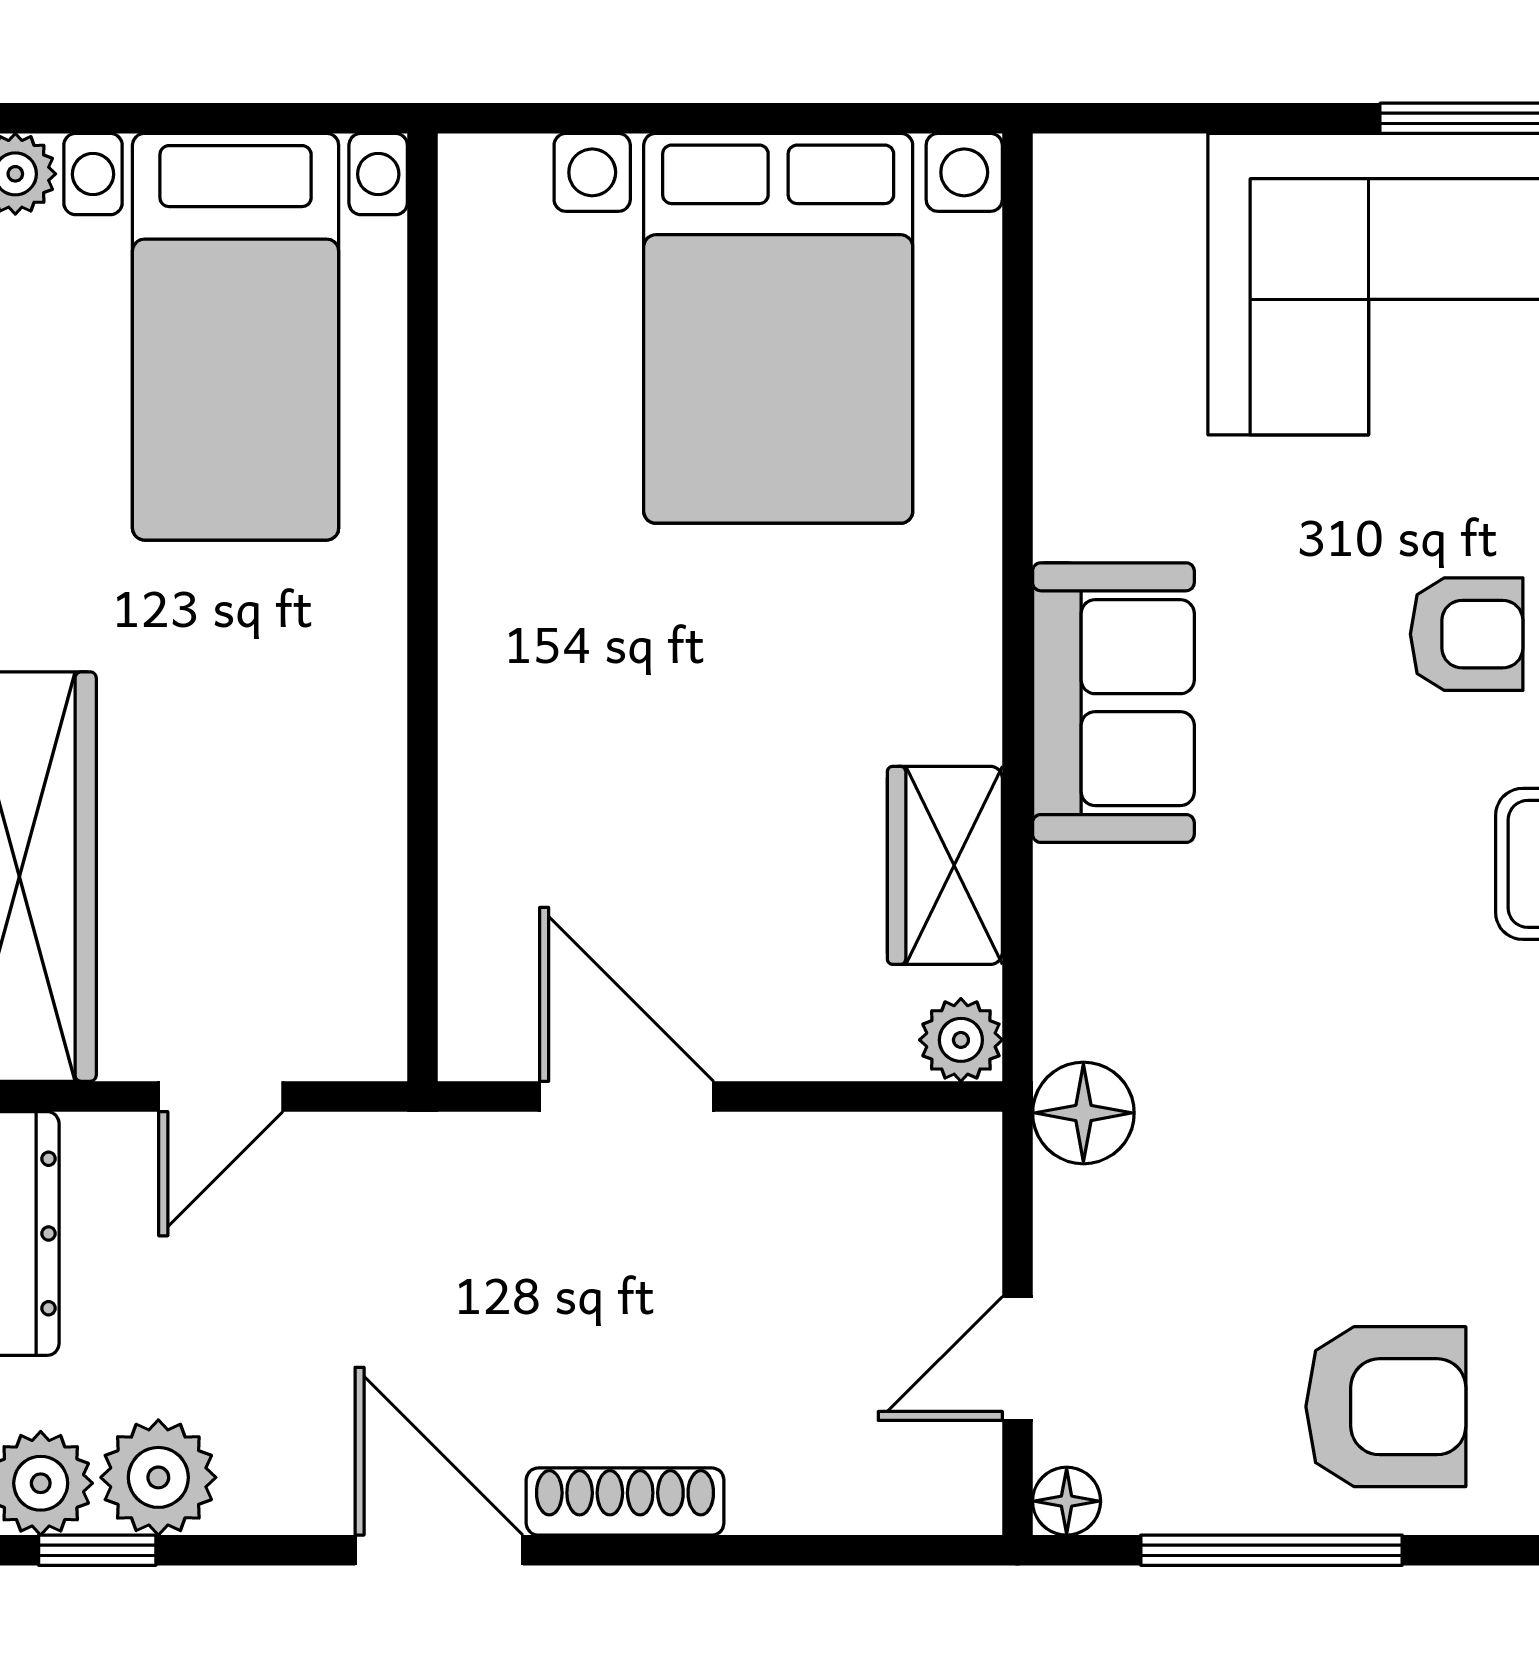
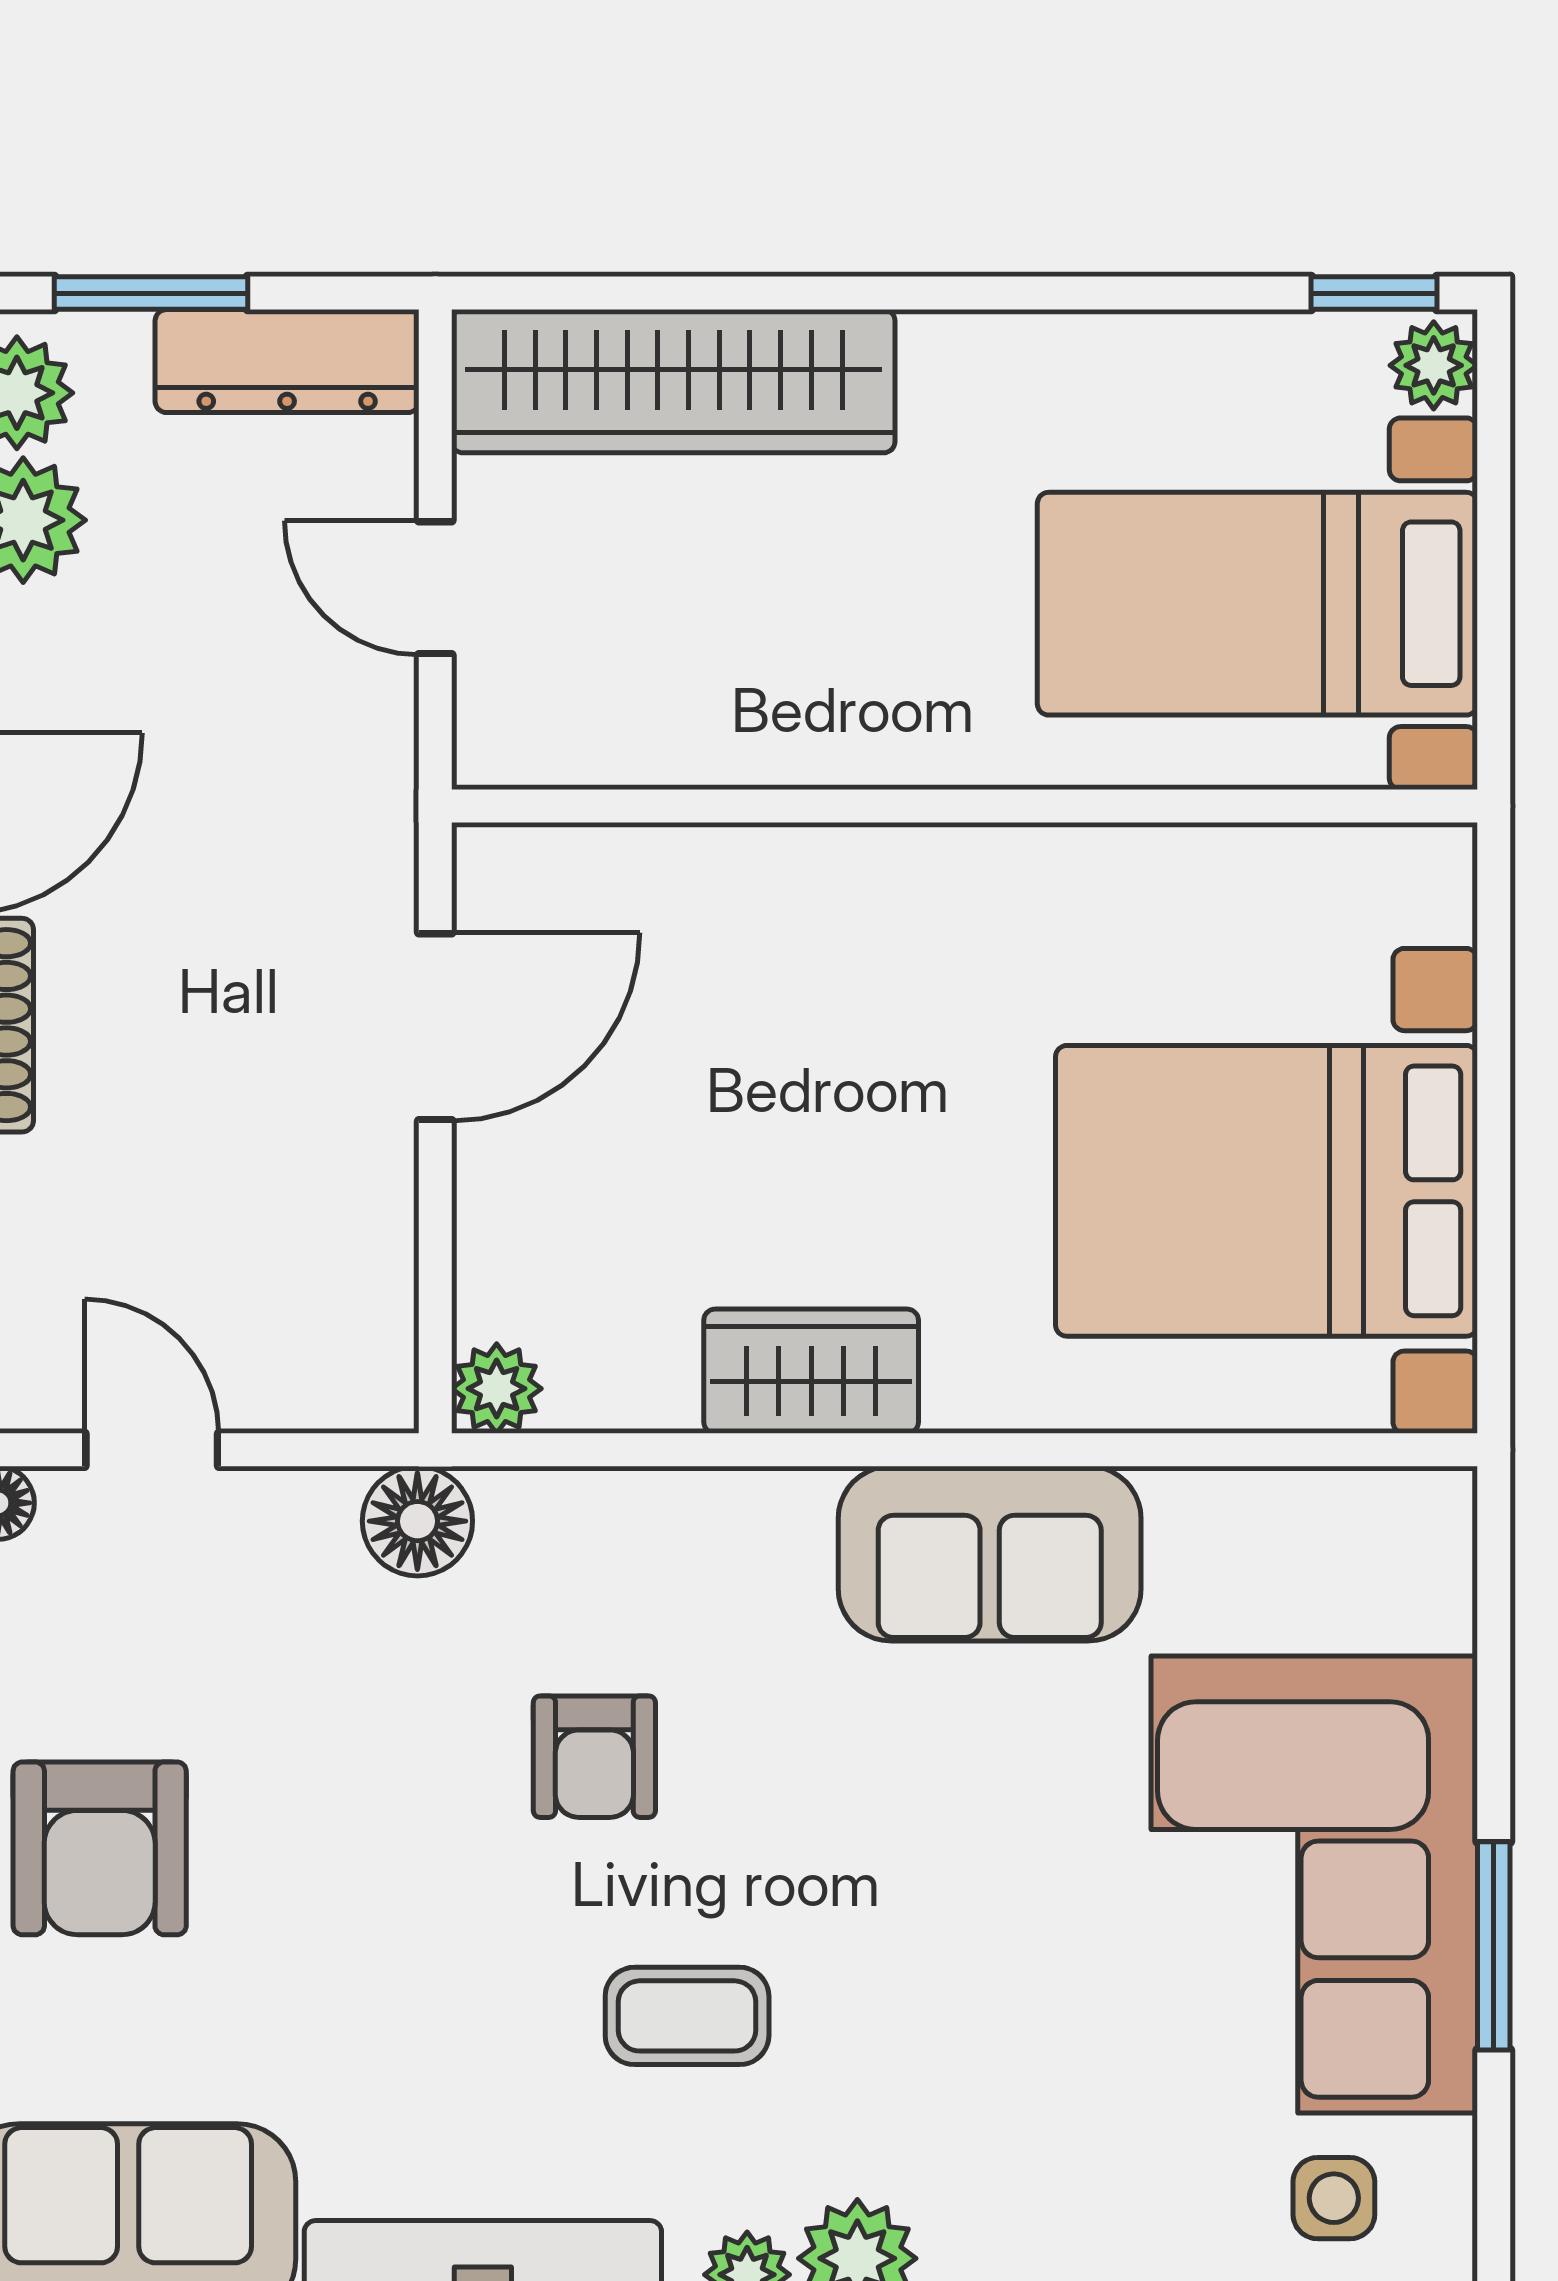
armchair: (1467, 634) -> (594, 1757), moved
sofa: (1113, 703) -> (990, 1554), moved
wardrobe: (945, 865) -> (811, 1371), moved

